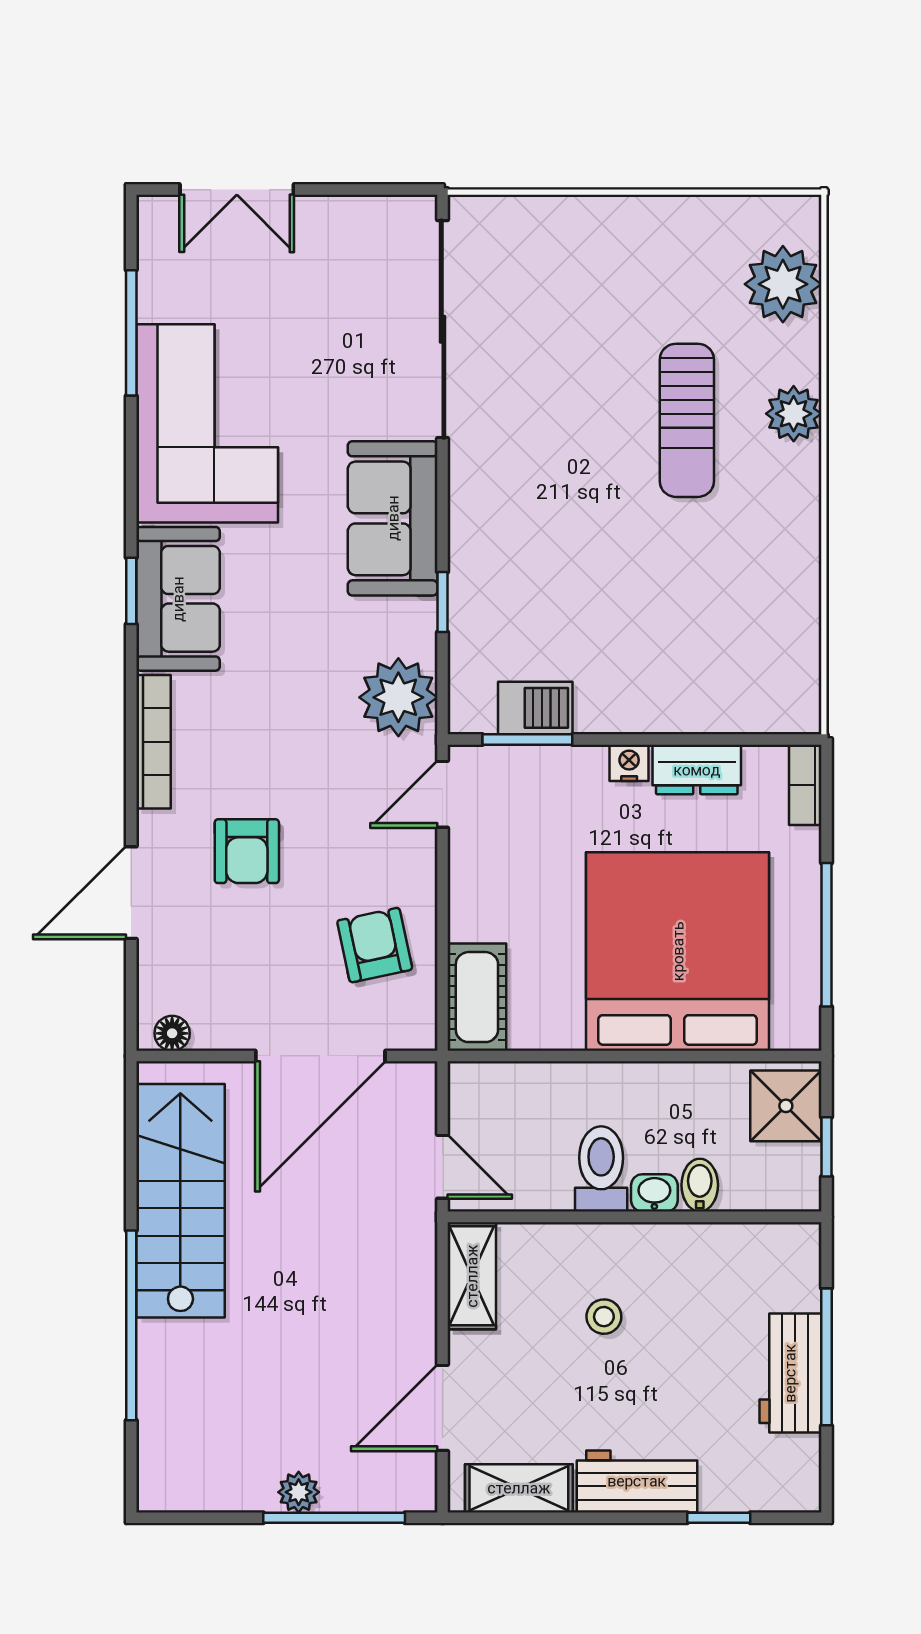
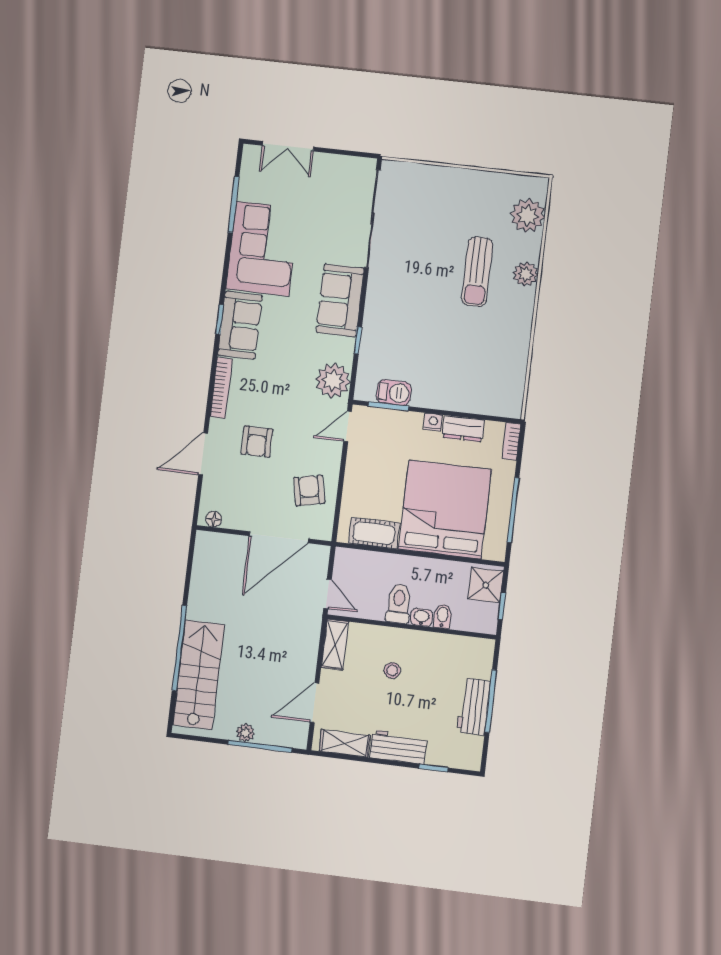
cot: (477, 997) -> (374, 533), moved, turned 90
stairs: (180, 1201) -> (199, 675), moved

